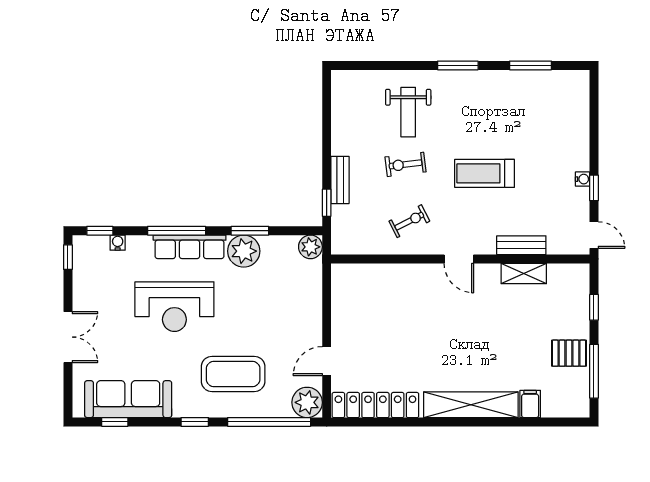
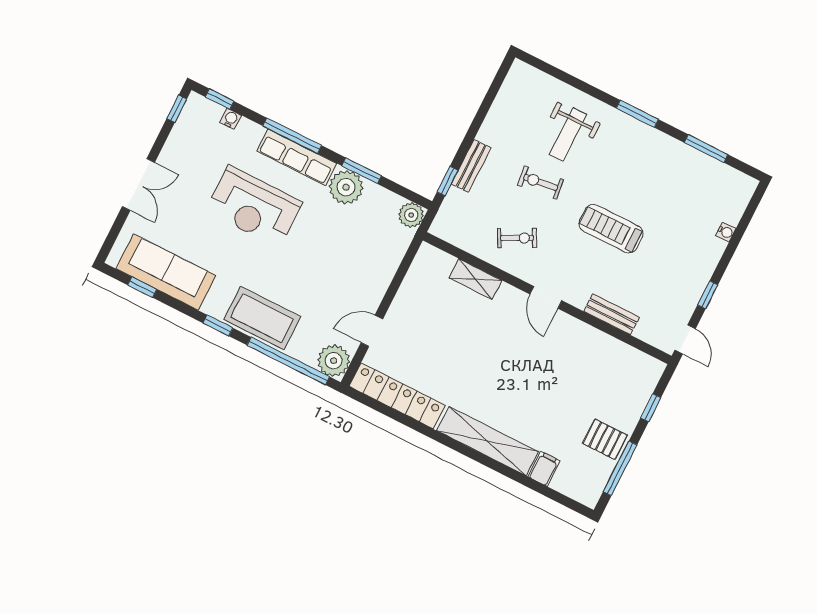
water cooler: (583, 179) -> (726, 232), moved
shelving: (524, 273) -> (475, 279), moved
coffee table: (233, 374) -> (262, 318), moved

